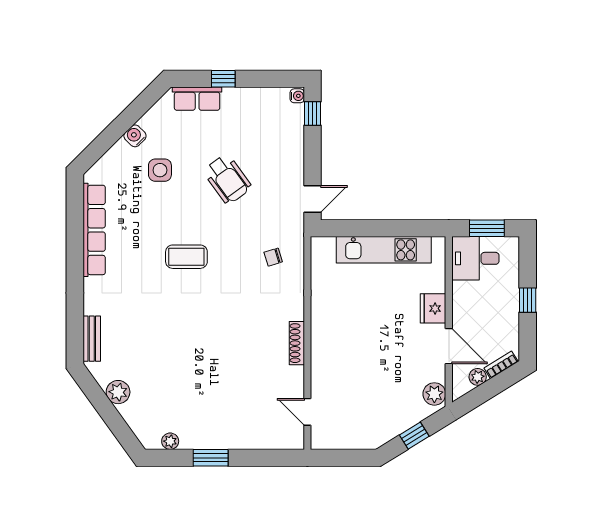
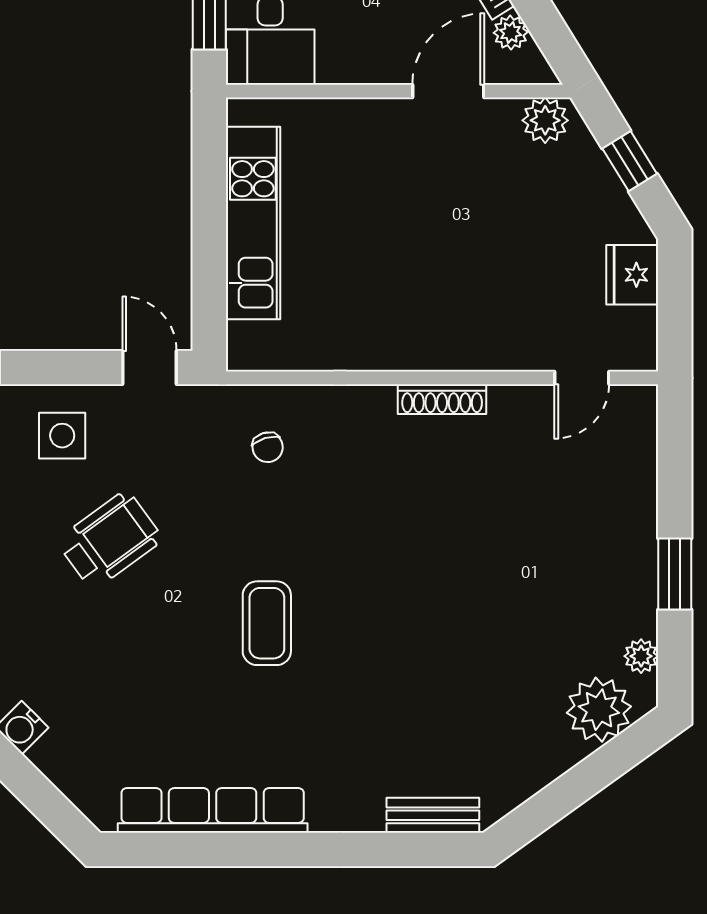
side table: (160, 170) -> (62, 436), moved
fridge: (433, 308) -> (632, 275), moved, turned 90
plant: (118, 392) -> (599, 710), moved, width x1.36, depth x1.36

